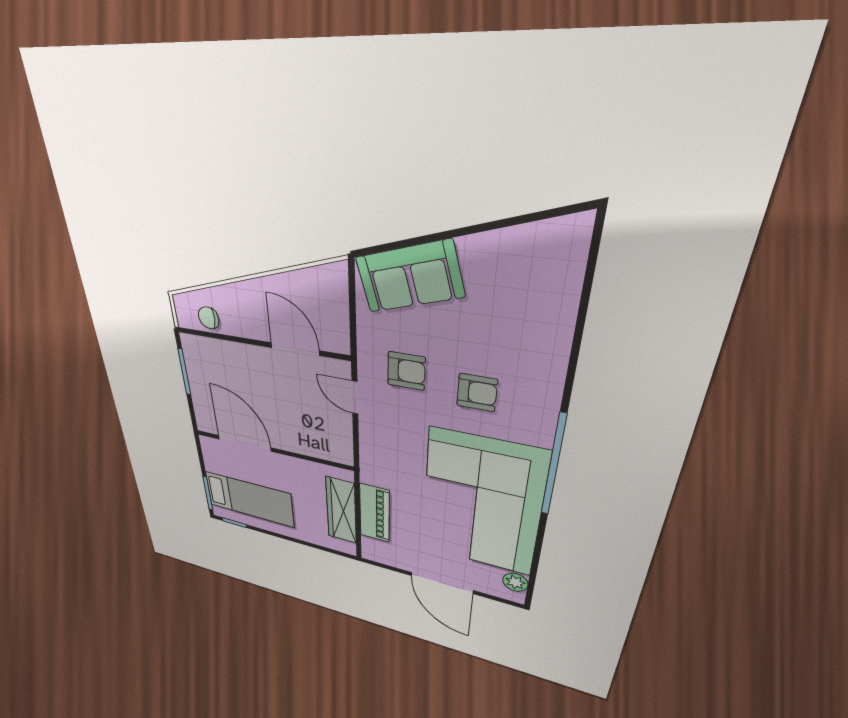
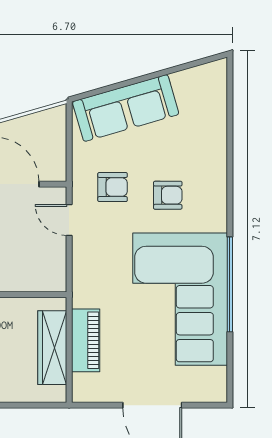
sofa: (409, 277) -> (126, 108), width x1.36
window: (554, 465) -> (230, 284), moved
plant: (515, 582) -> (217, 378), removed

